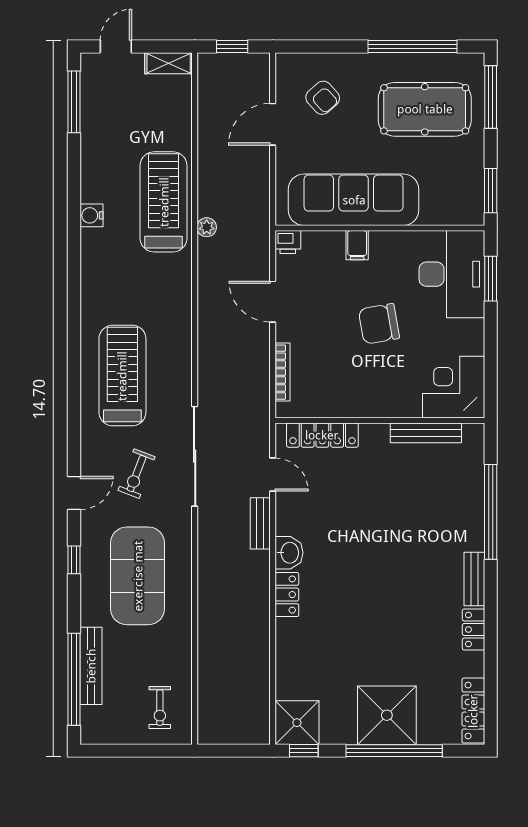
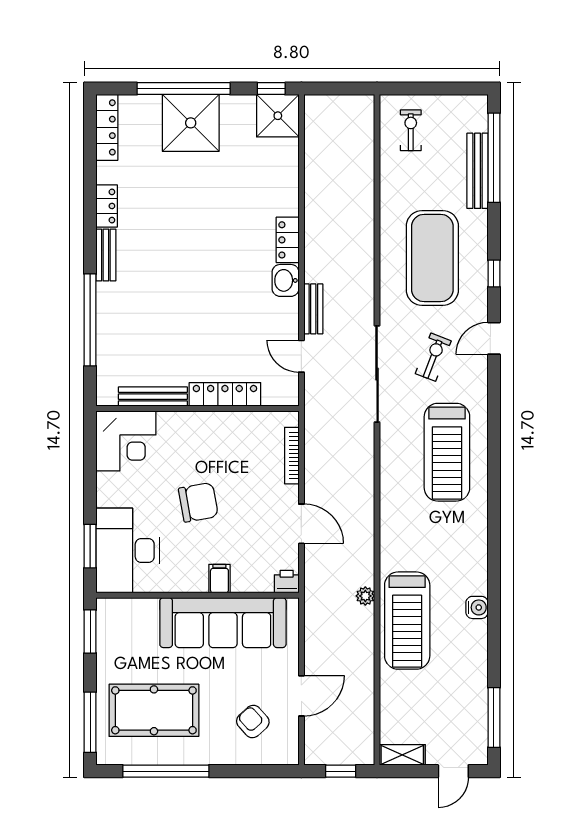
locker: (322, 435) -> (225, 394), moved

